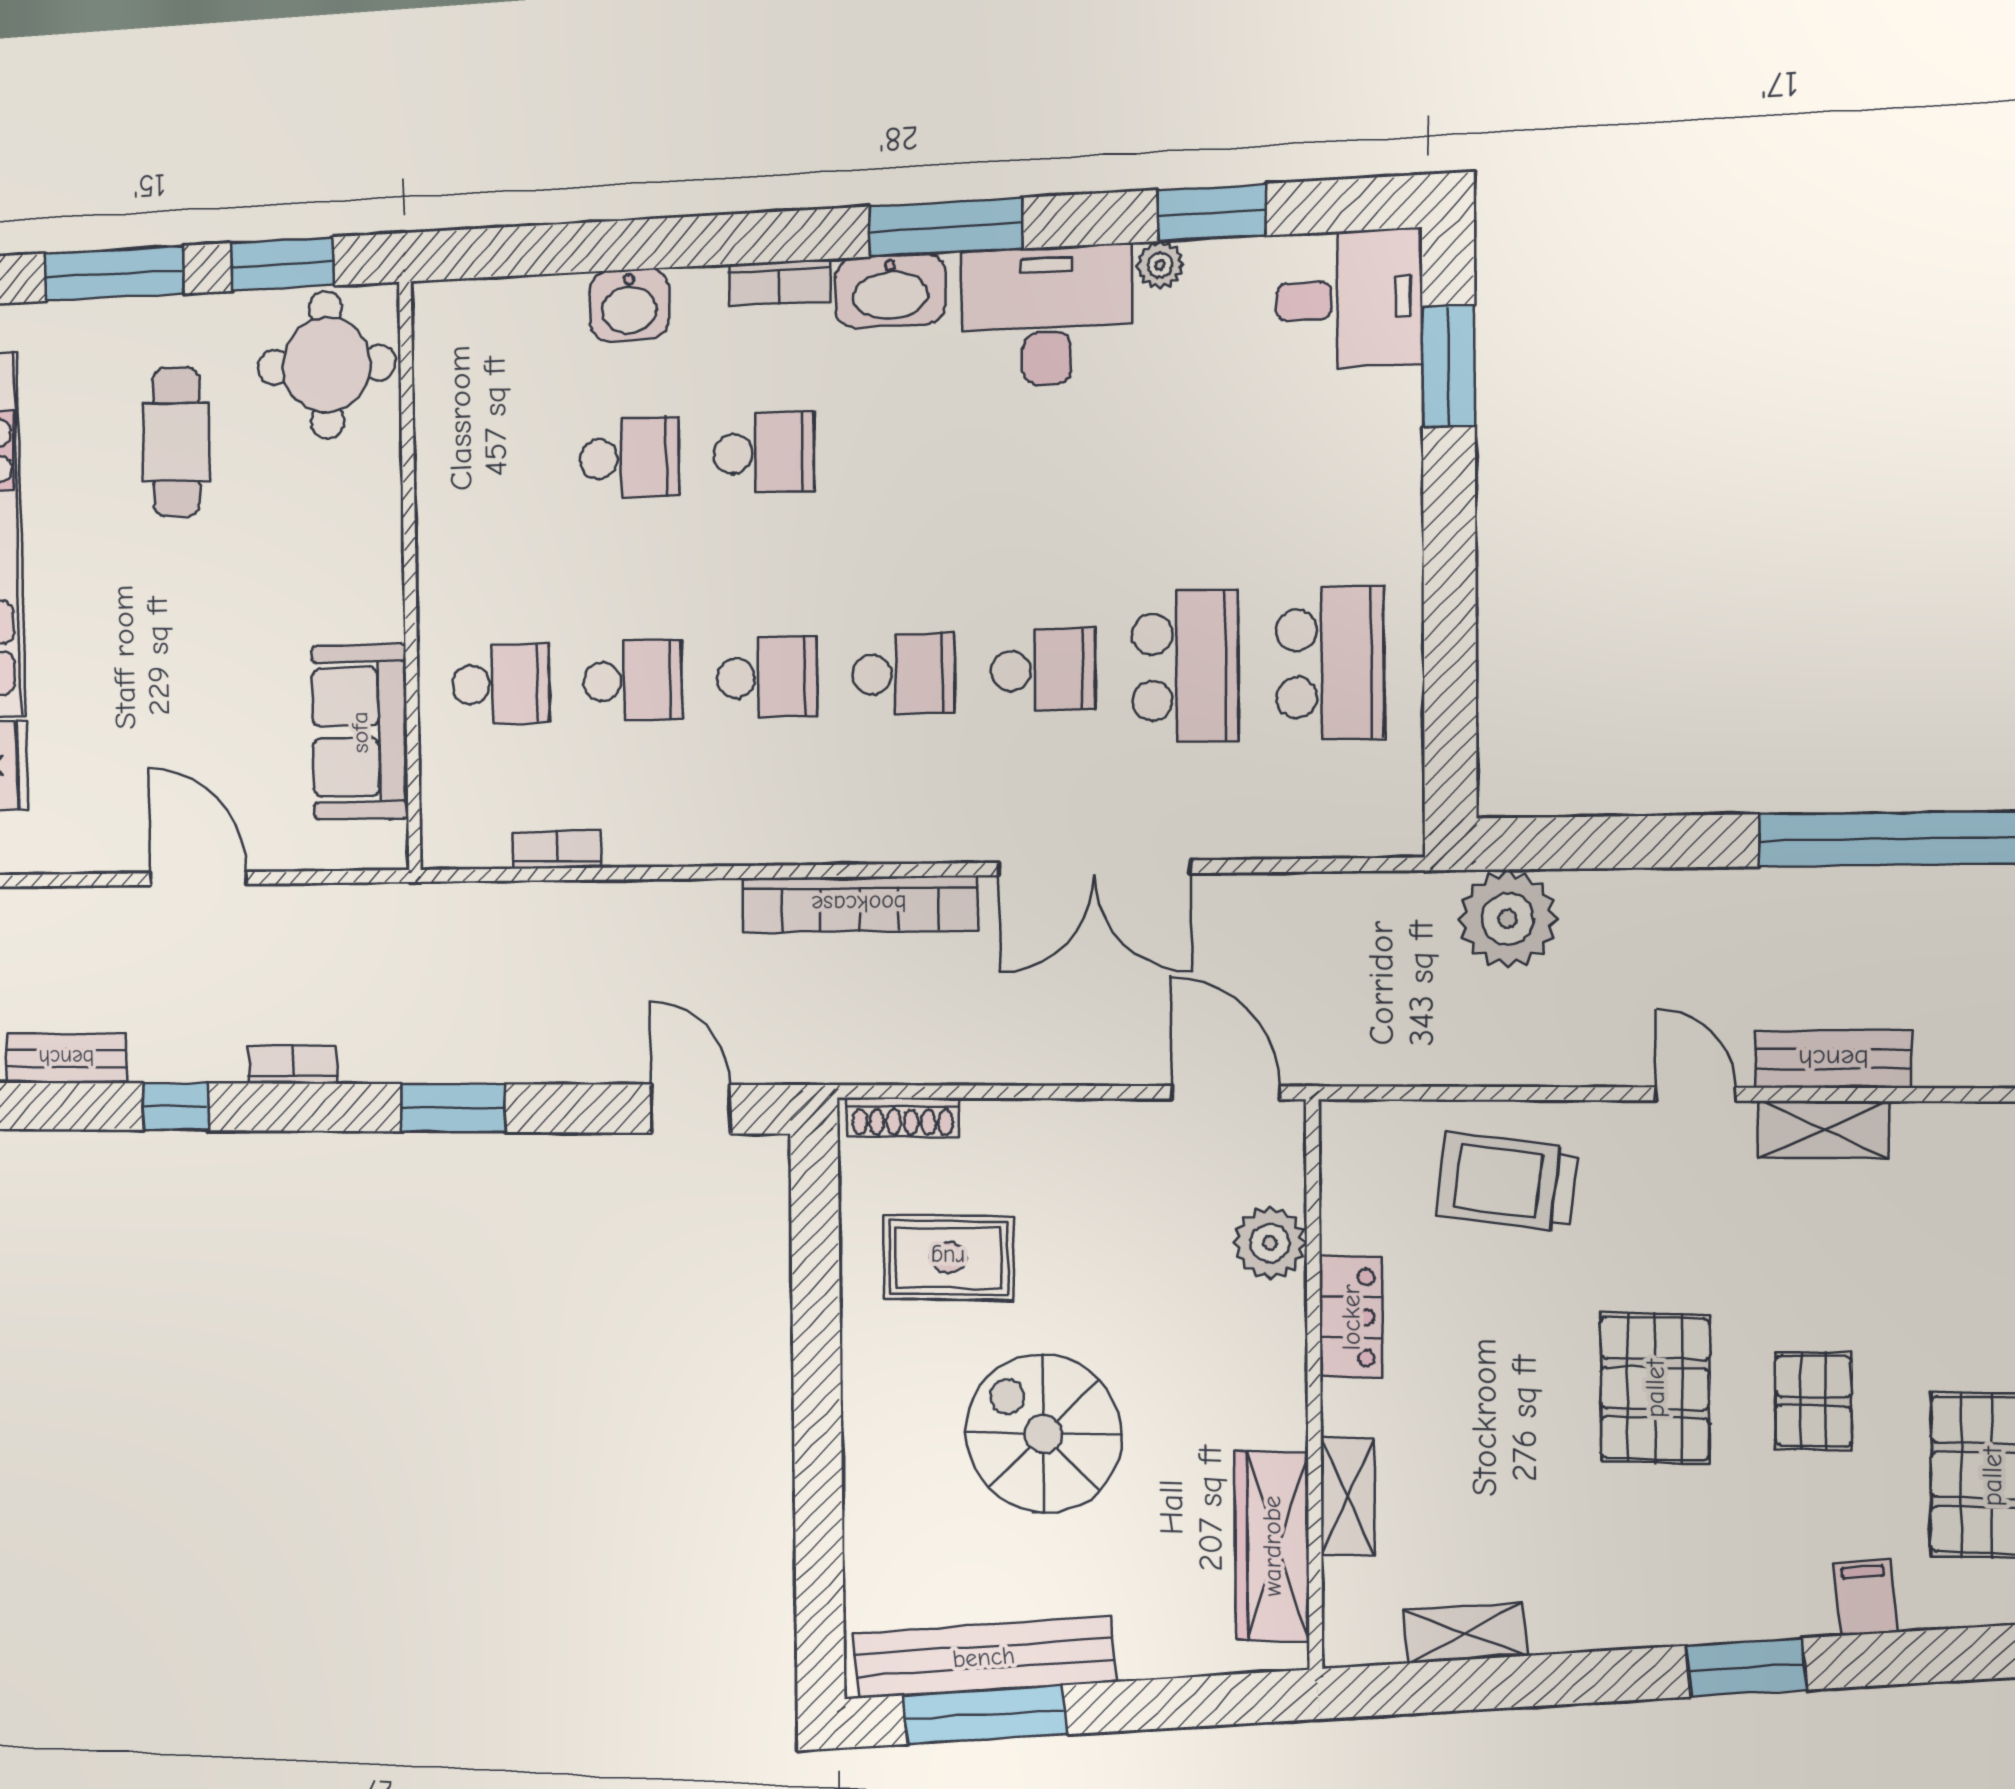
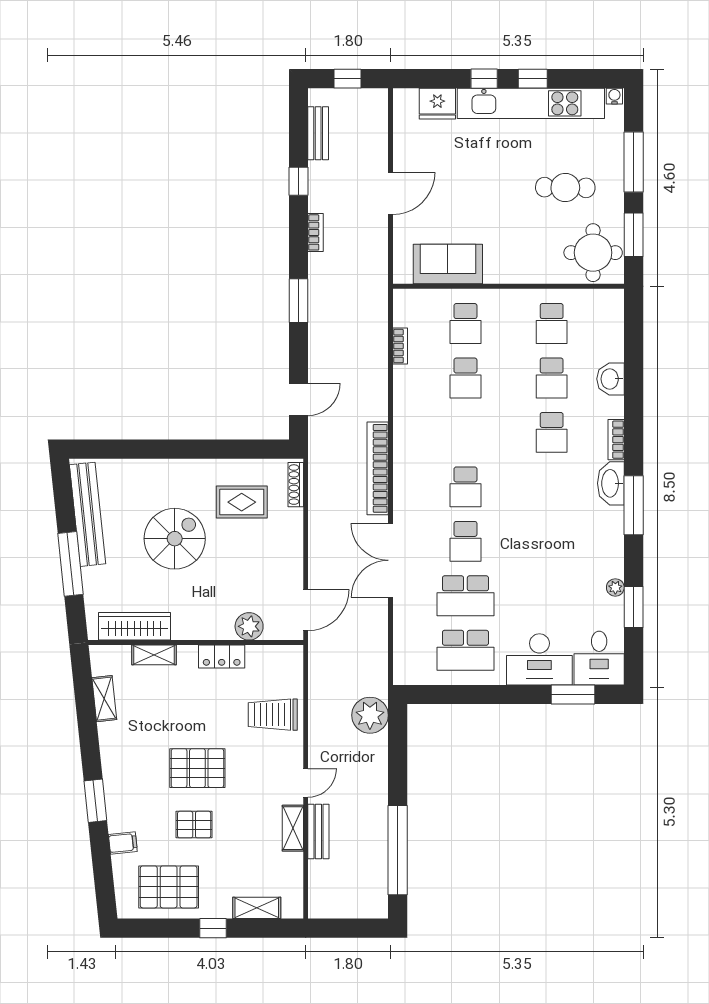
desk: (1047, 316) -> (539, 659), moved, turned 90
school desk: (767, 677) -> (552, 324), moved
trolley: (1507, 1182) -> (273, 715), turned -97
rug: (948, 1258) -> (242, 502), turned 90
window: (985, 1715) -> (70, 564), moved

